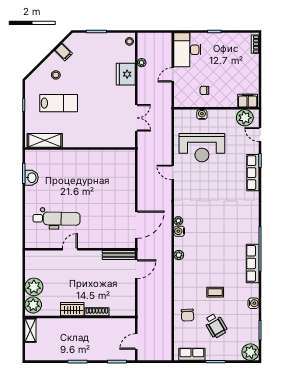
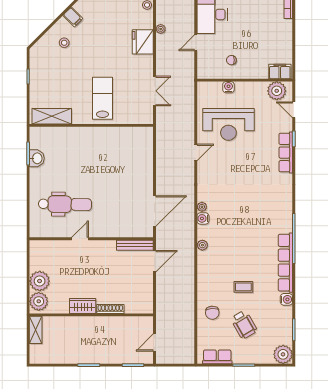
lab bench: (59, 103) -> (102, 98), moved, turned -90
door: (173, 173) -> (196, 152), swing flipped
row of seats: (253, 263) -> (285, 263), width x1.36

